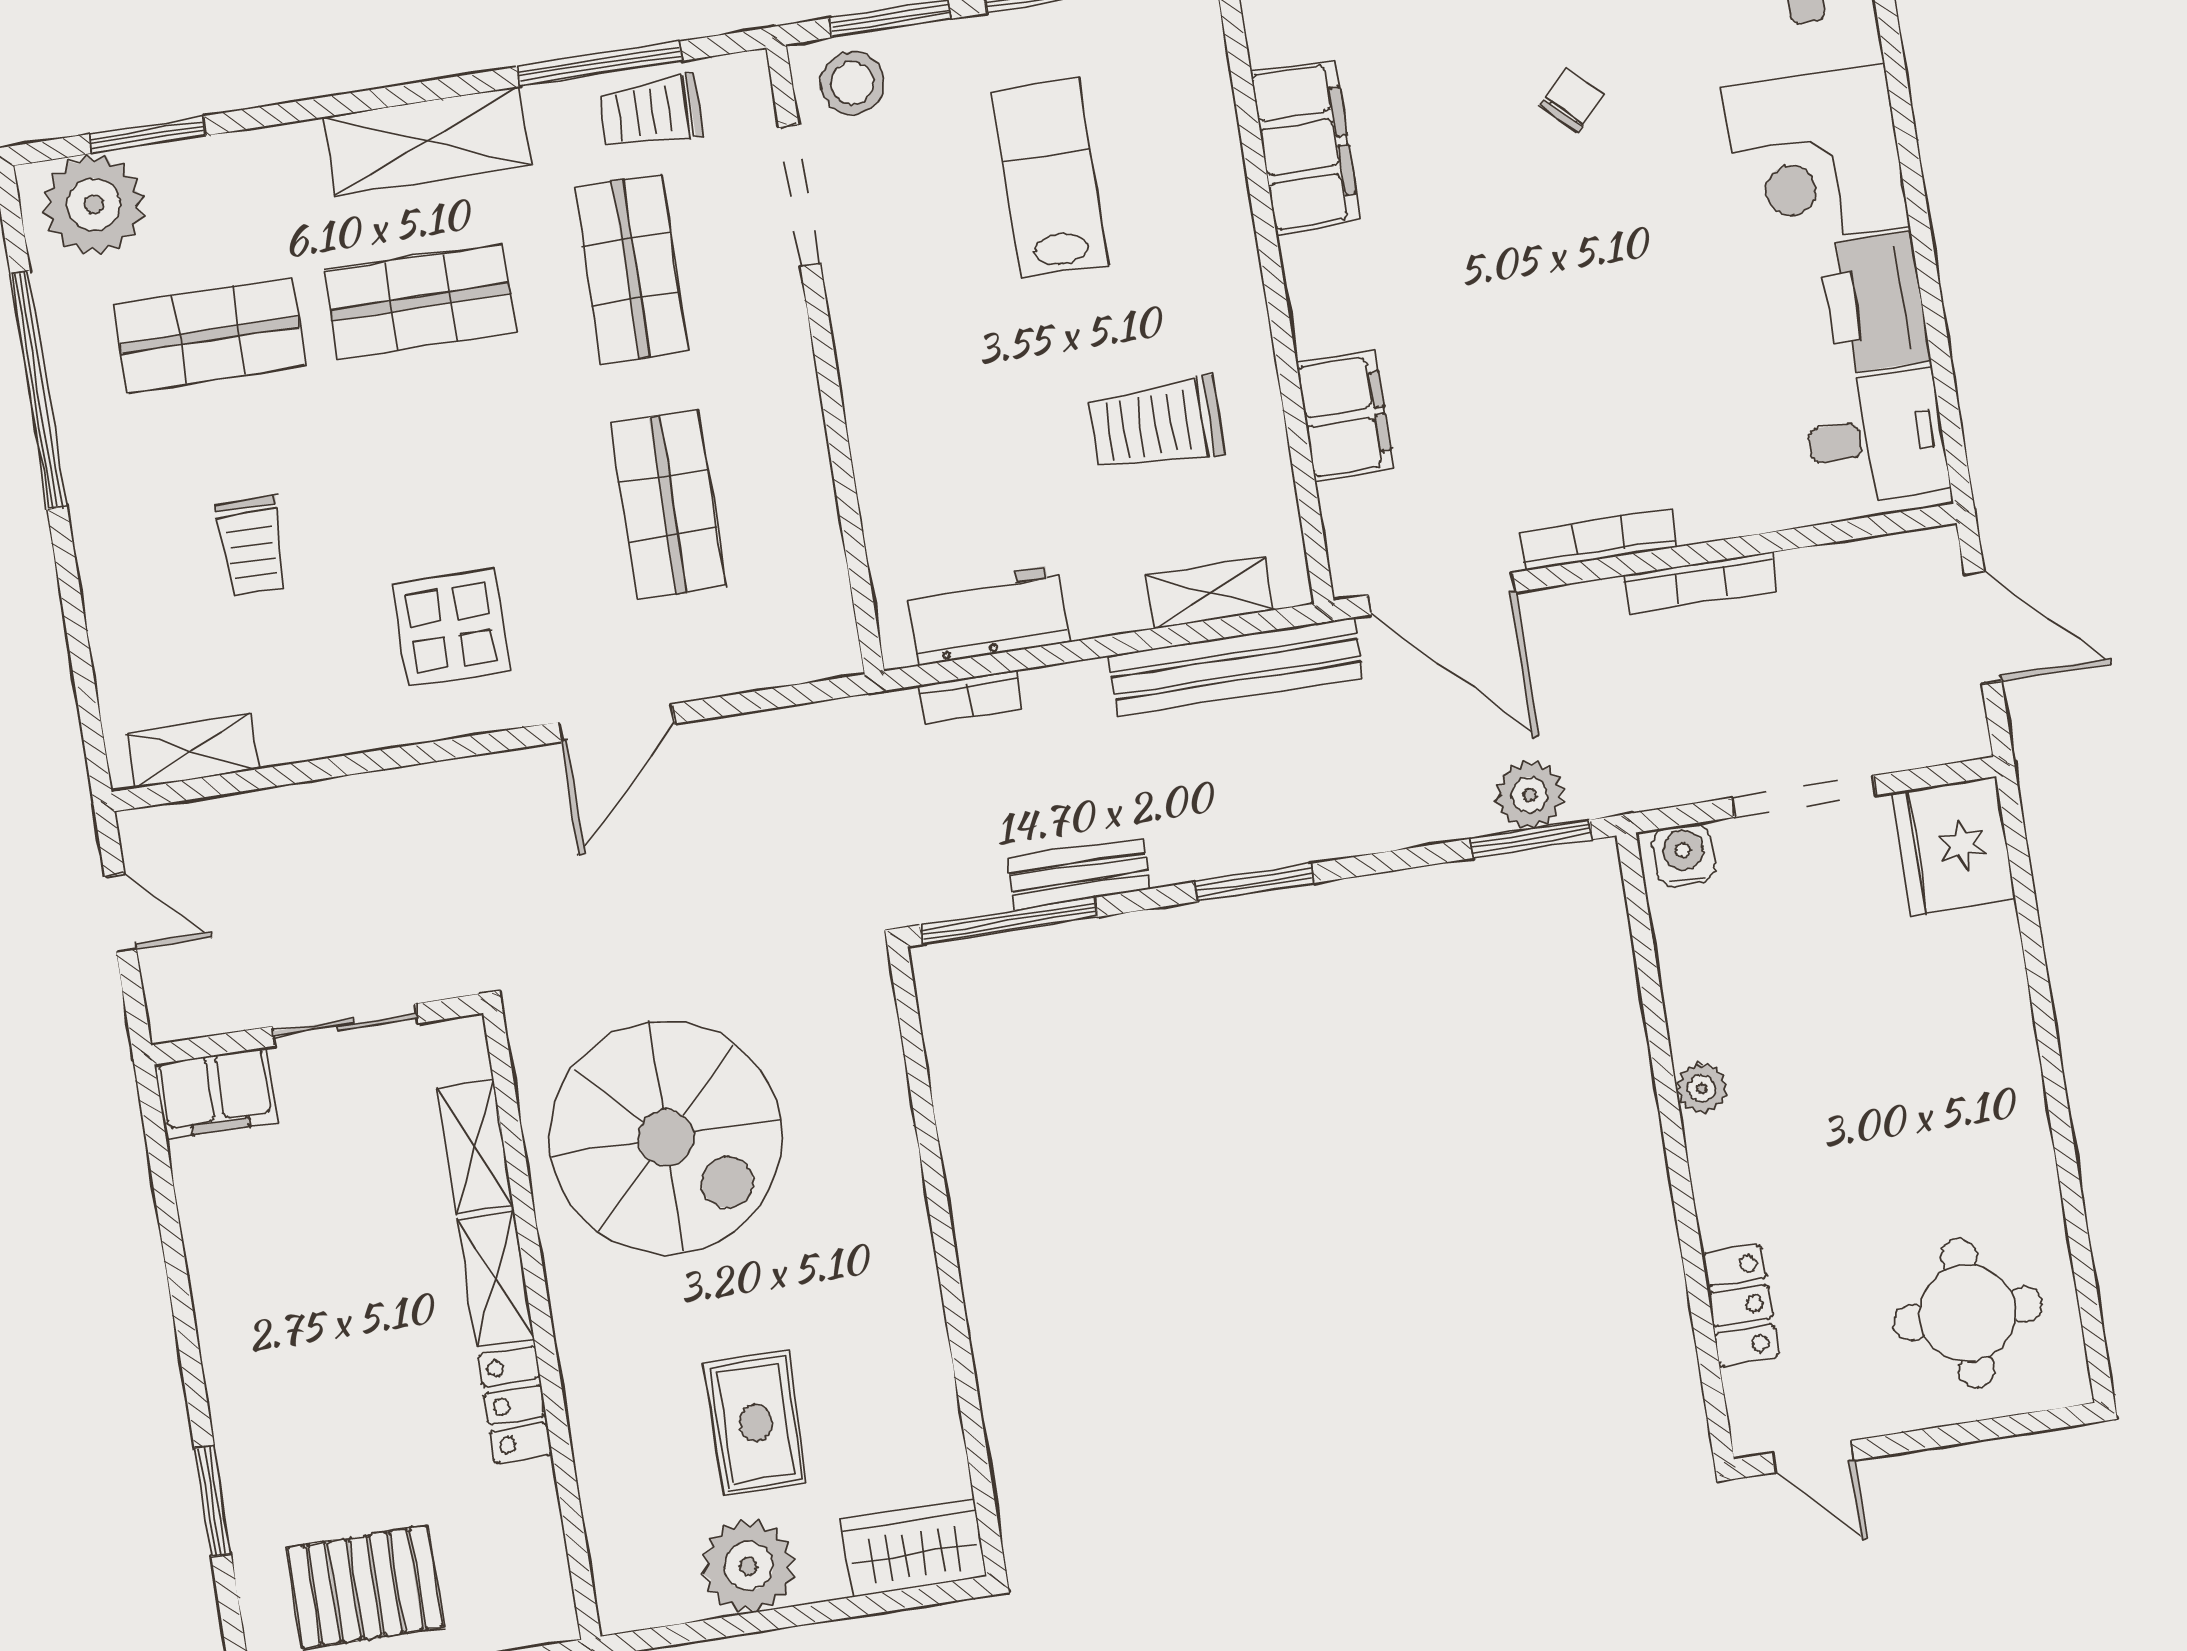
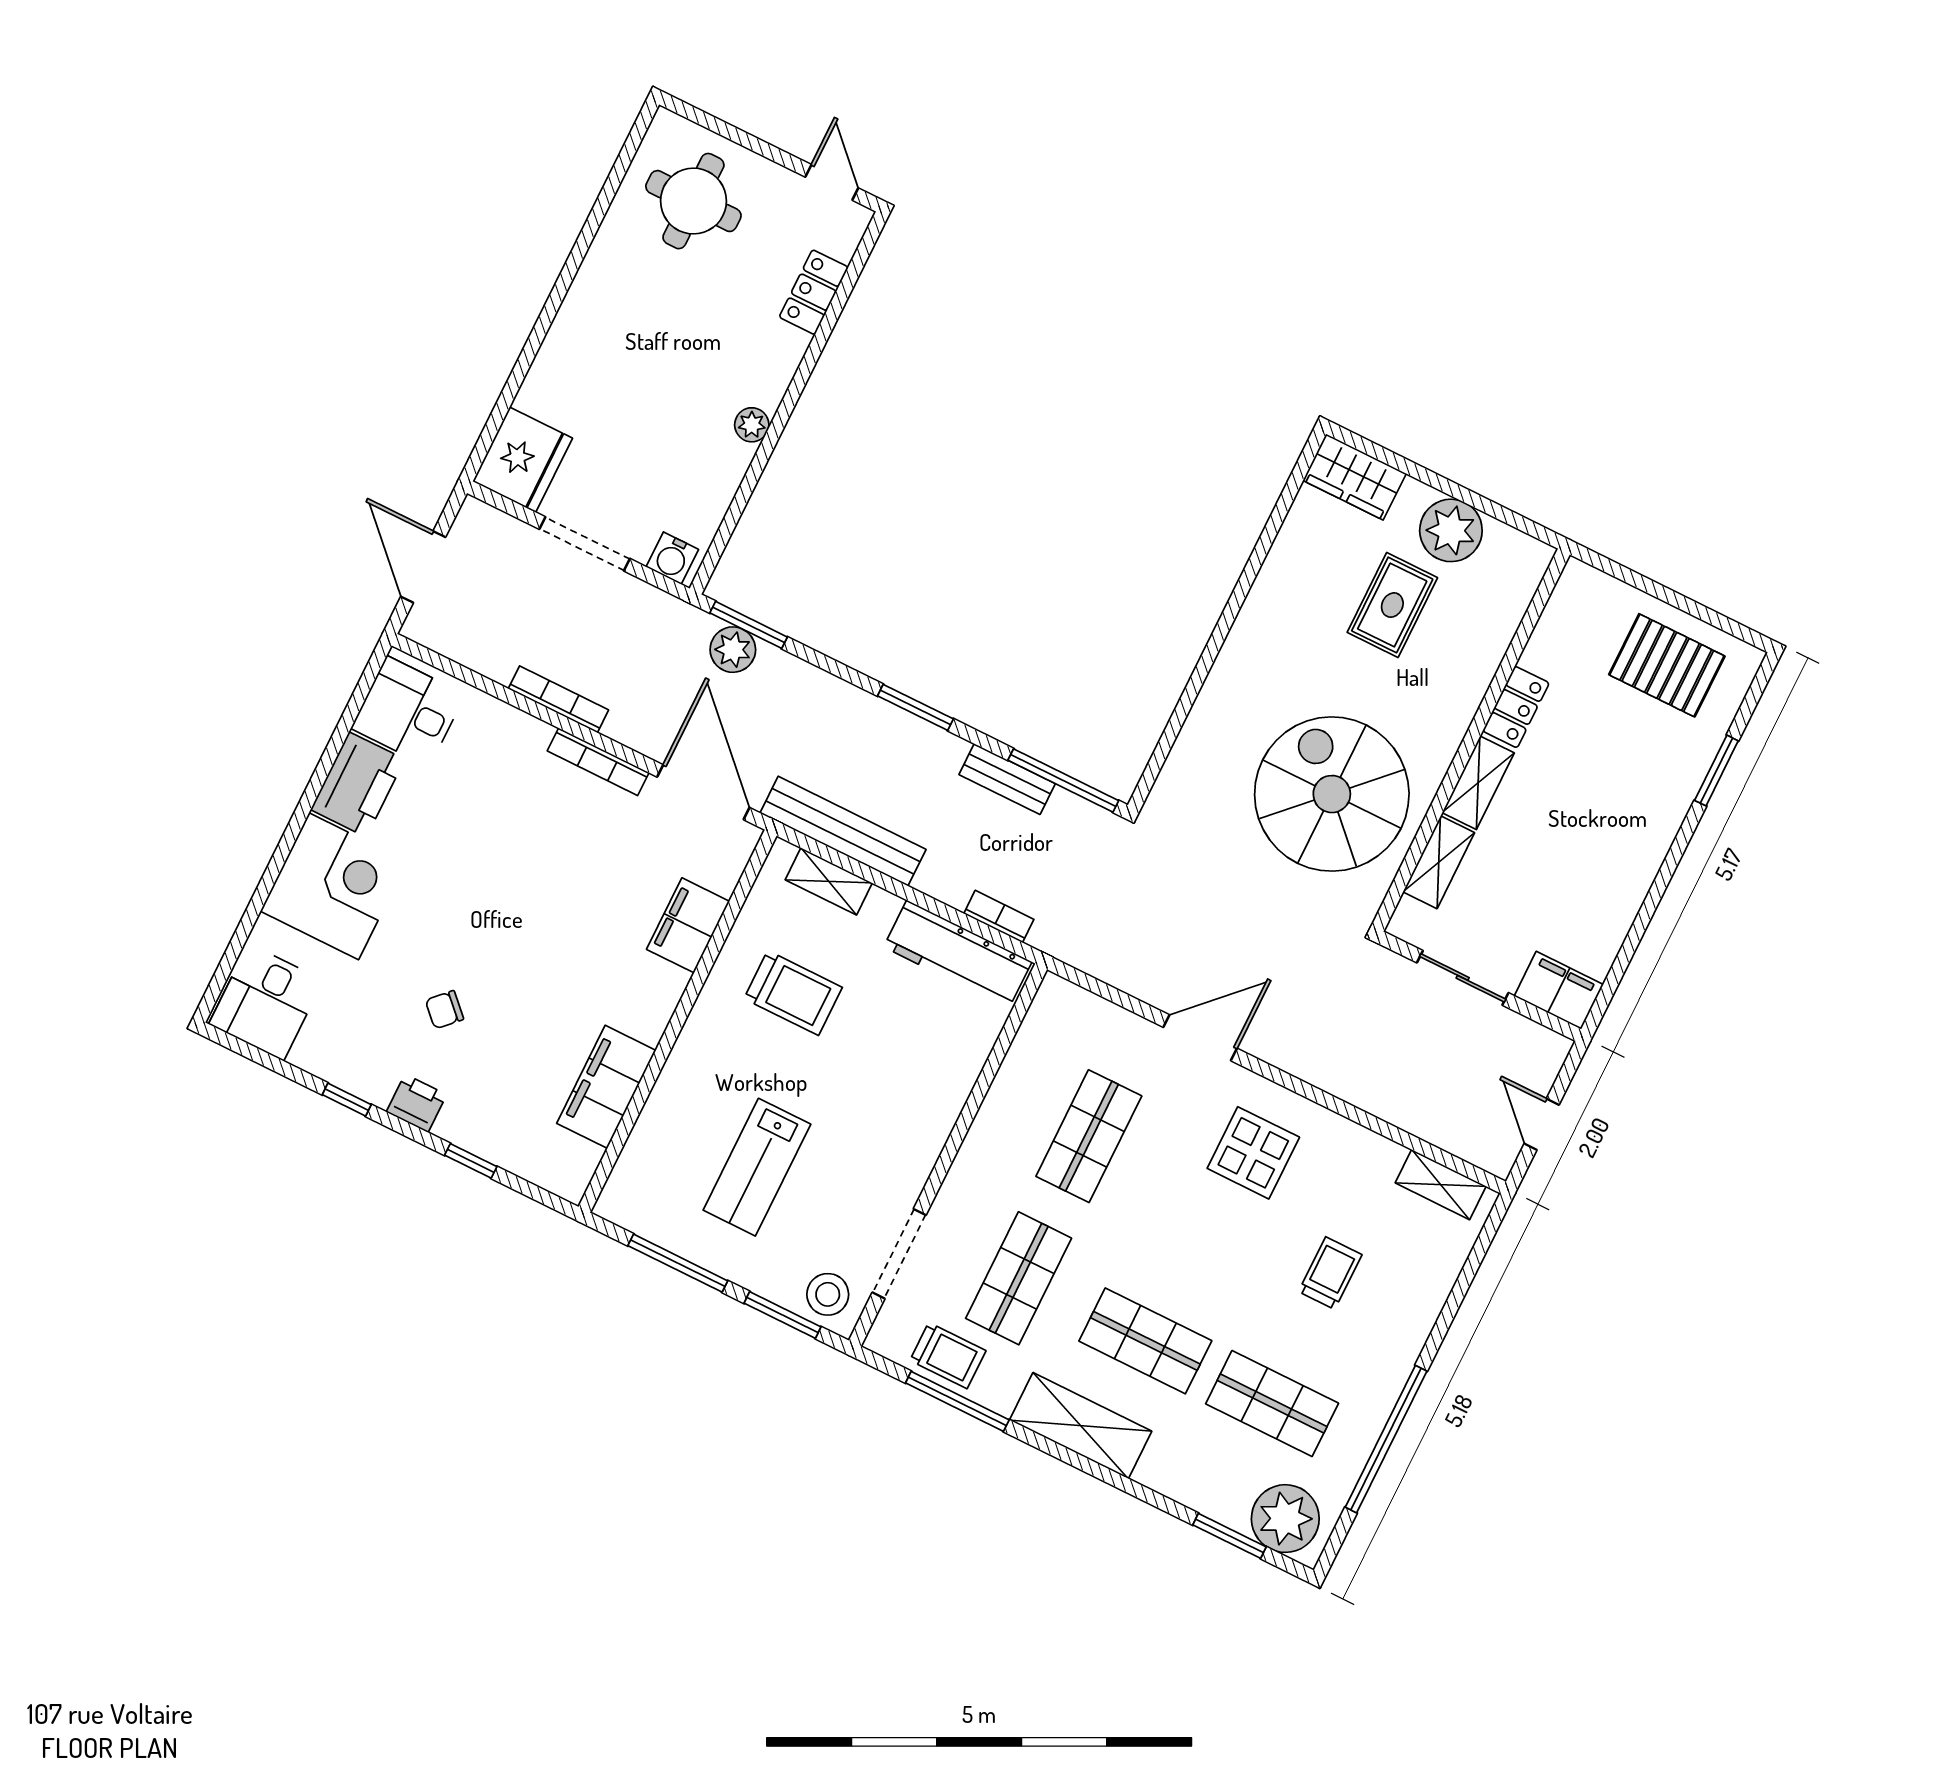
workbench: (988, 615) -> (958, 954), width x1.37

